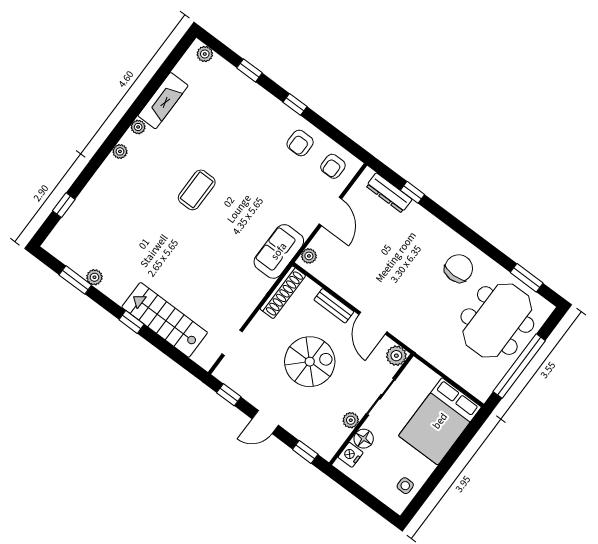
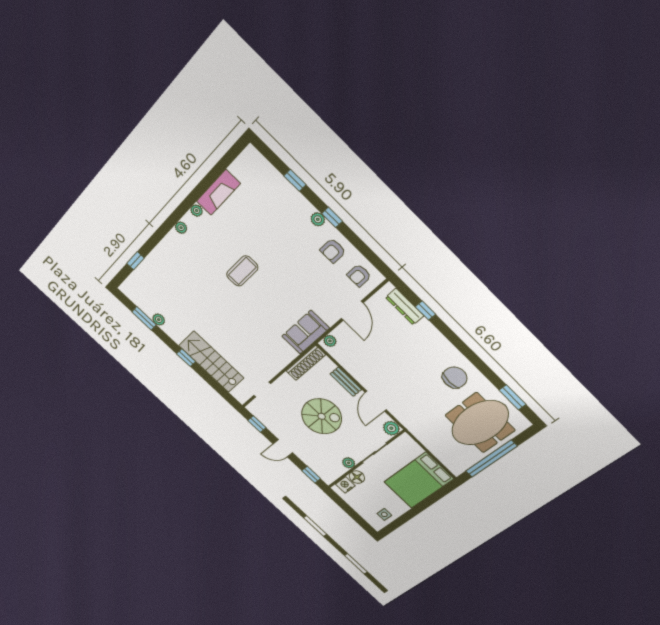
plant: (205, 54) -> (318, 219), moved

